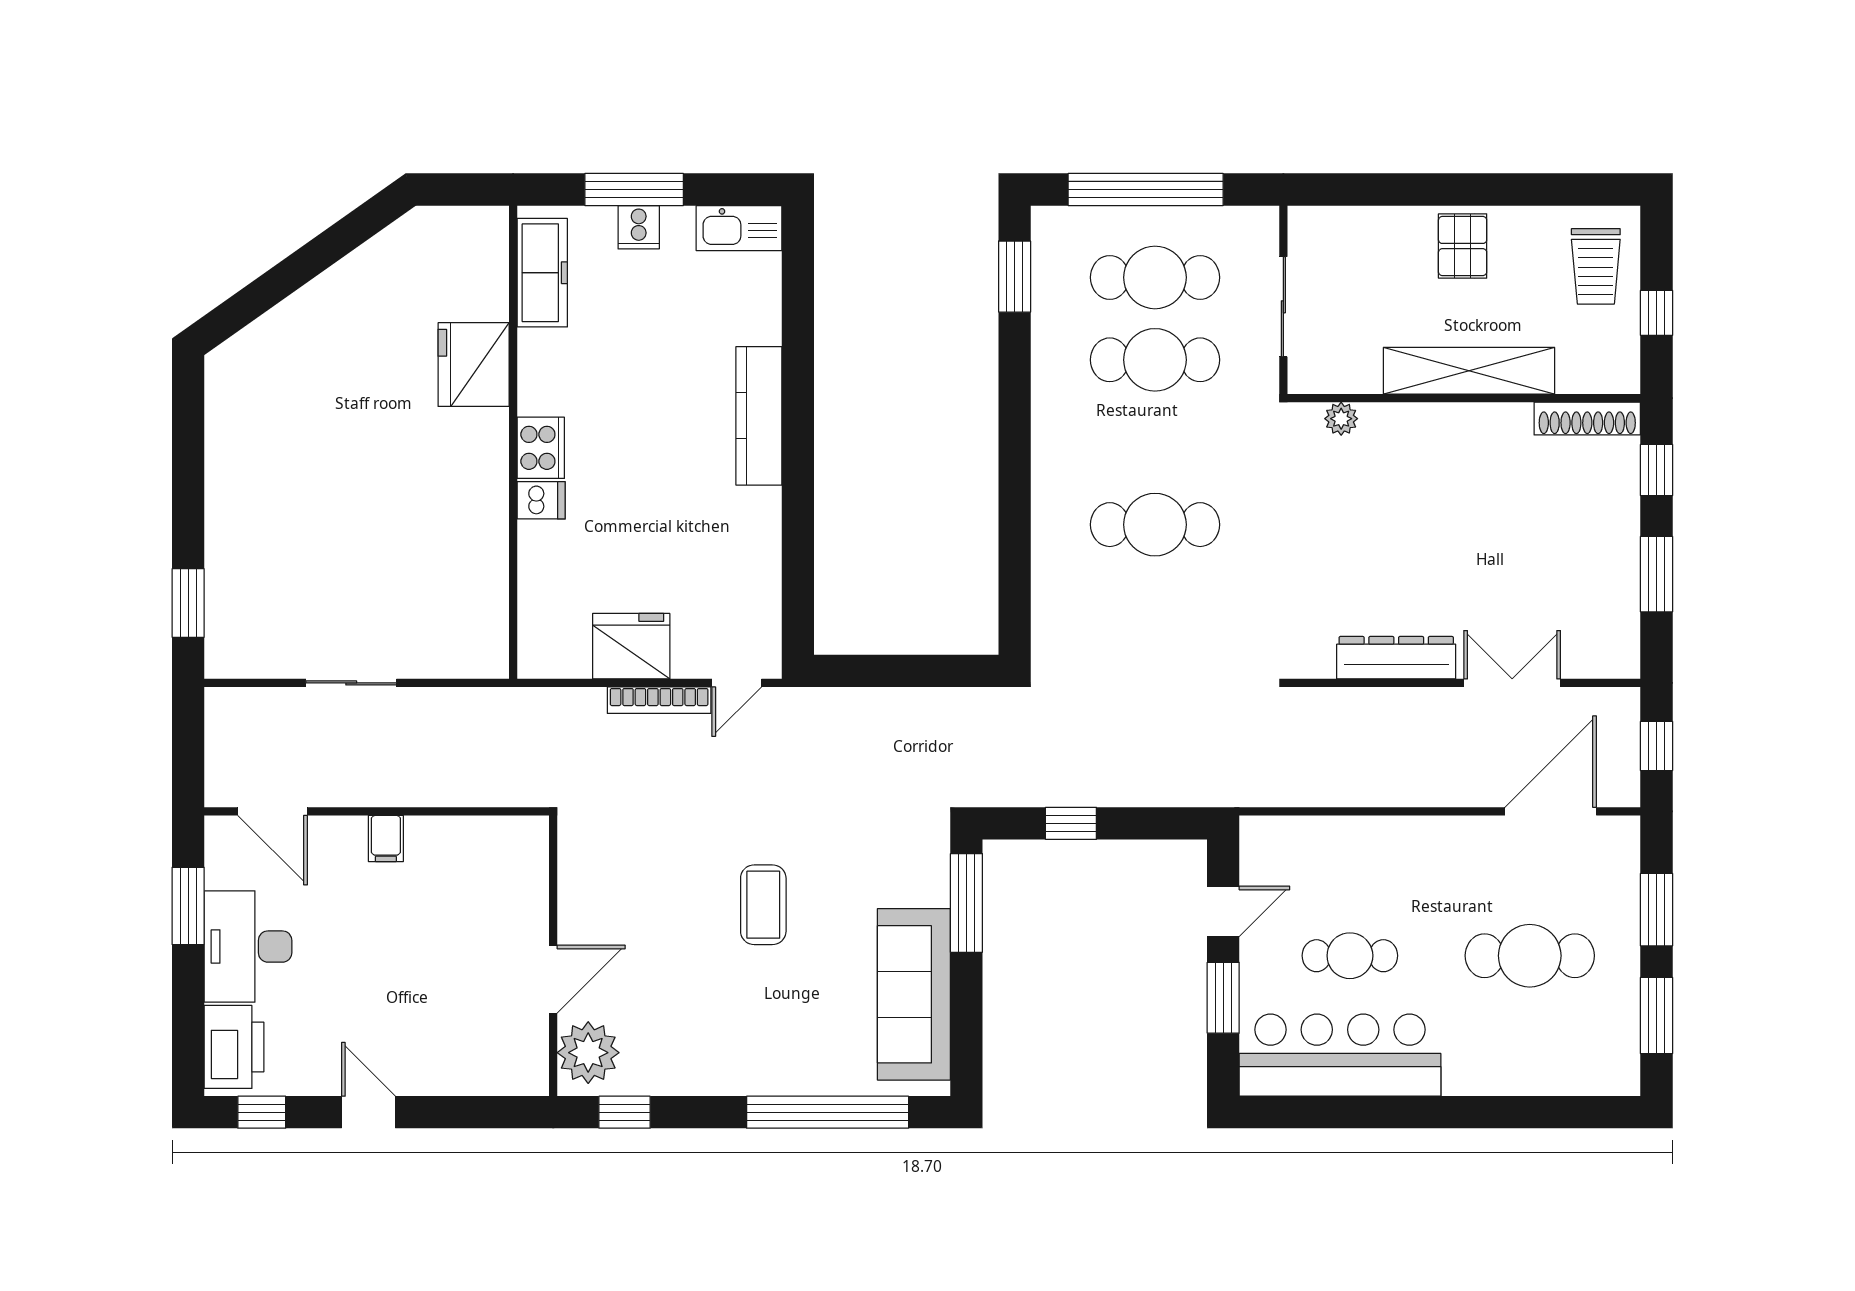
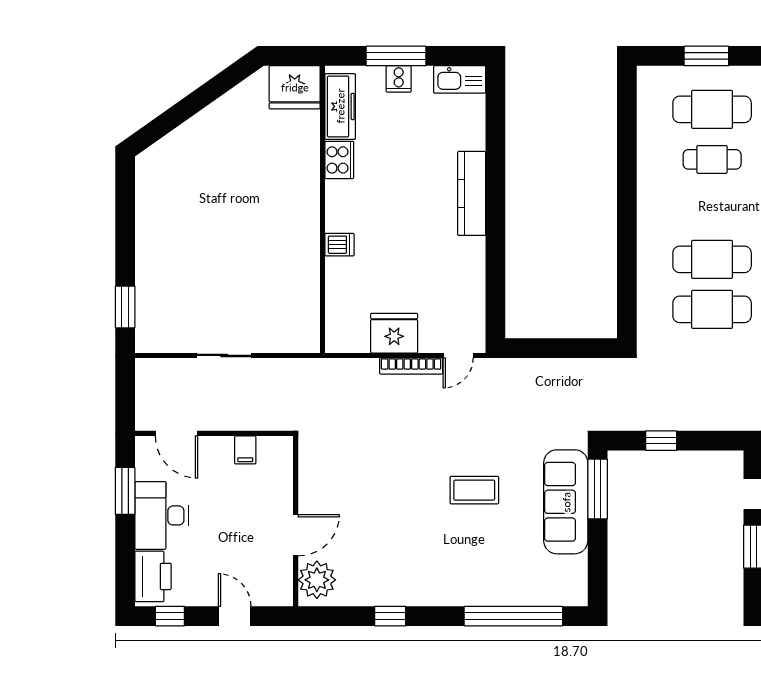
window: (1146, 189) -> (706, 56), width x0.47
window: (1015, 277) -> (627, 109), removed
cafe table: (1155, 360) -> (712, 159), width x0.73, depth x0.74
fridge: (474, 365) -> (295, 87), moved, turned -90
cooker: (541, 448) -> (339, 160), moved
cafe table: (1155, 607) -> (712, 309), added
coffee table: (763, 905) -> (474, 490), turned 90
wall: (553, 956) -> (296, 521), moved
door: (553, 979) -> (296, 535), moved
sofa: (914, 994) -> (566, 502), moved
plant: (588, 1053) -> (317, 580), moved

